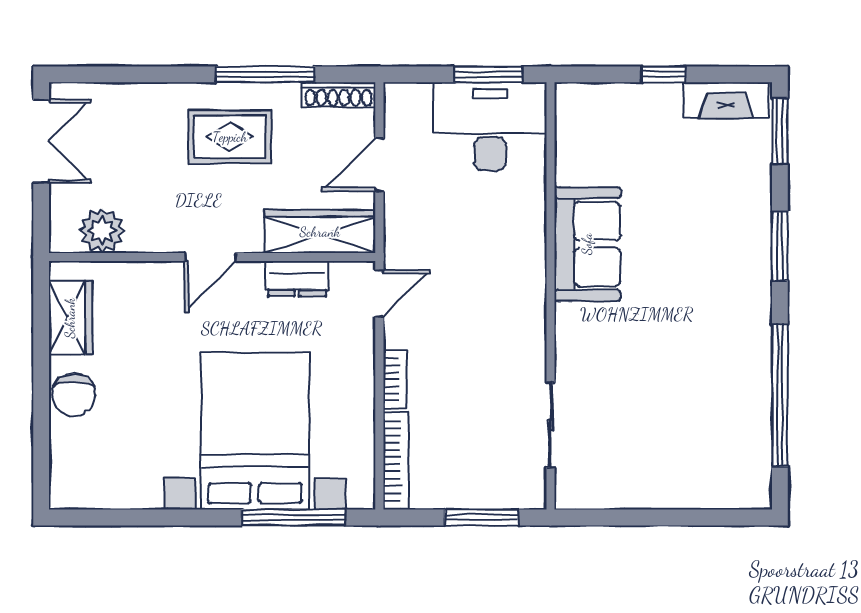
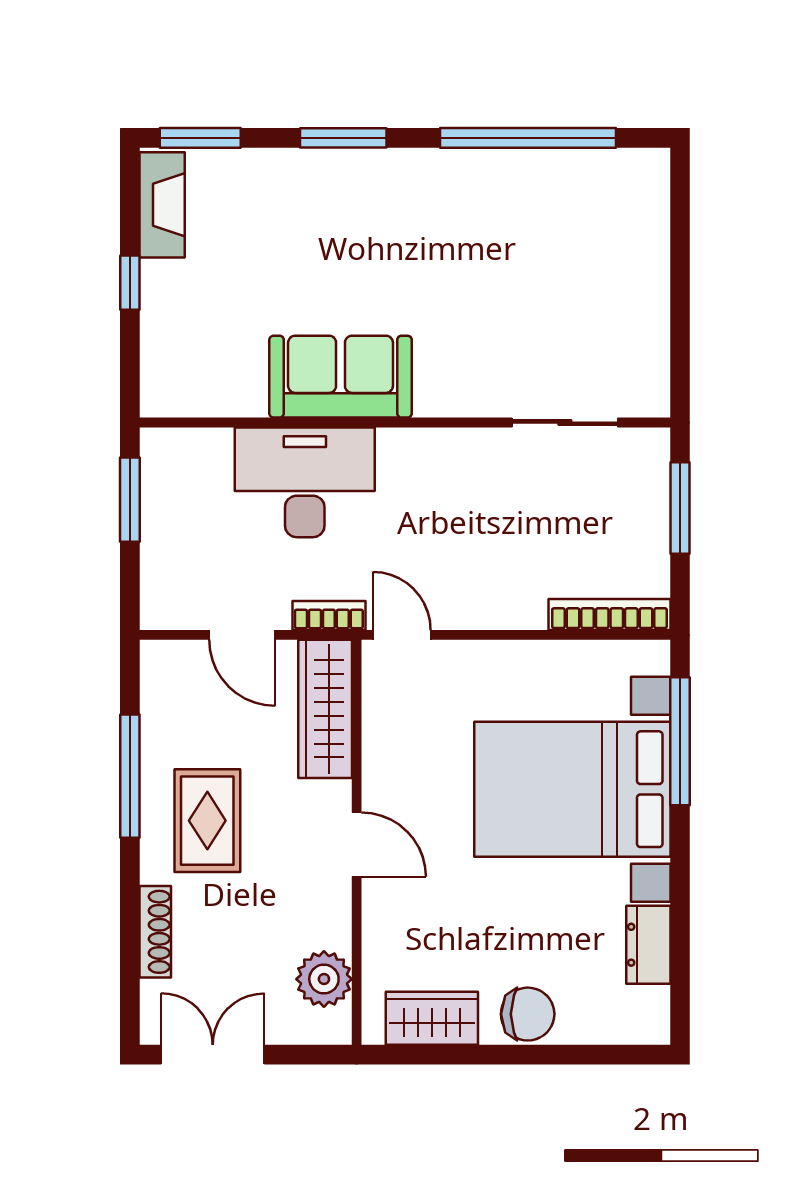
shoe rack: (338, 95) -> (155, 932), moved
desk: (490, 126) -> (305, 482), moved, turned 90
dresser: (297, 279) -> (648, 945), moved, turned 180
bookcase: (395, 379) -> (329, 615), moved

